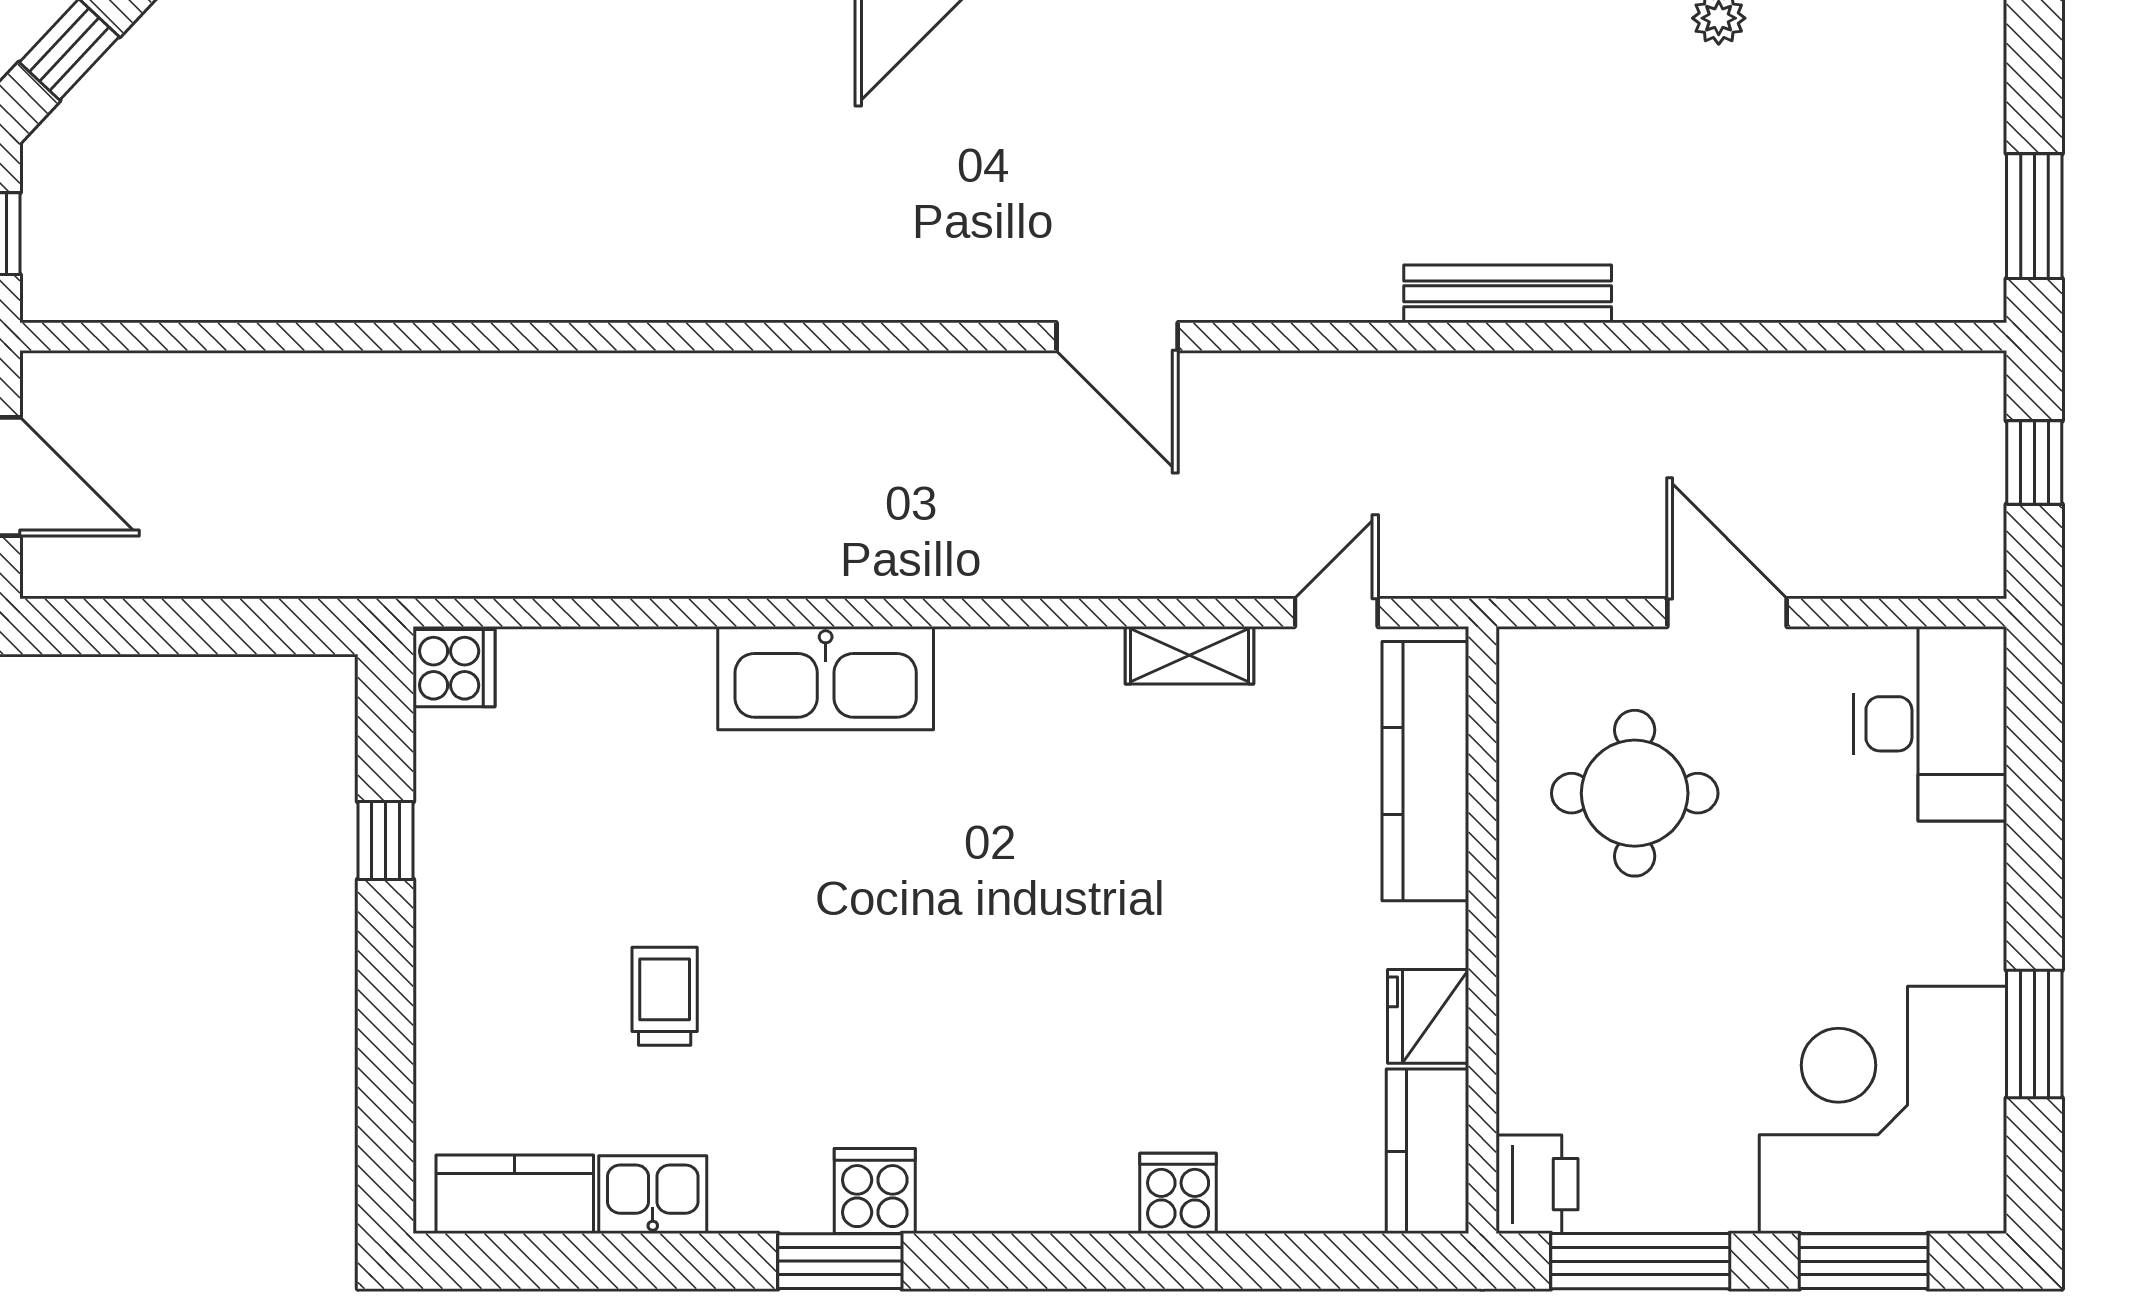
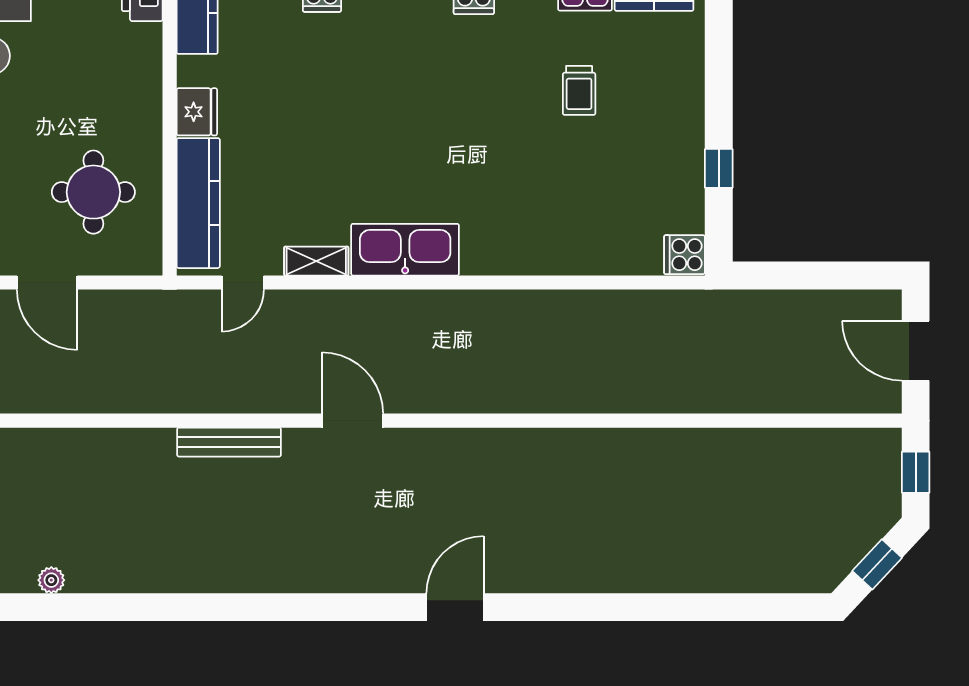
bench: (1508, 294) -> (229, 442), moved
kitchen sink: (826, 678) -> (405, 250), moved
fridge: (1428, 1016) -> (197, 112), moved

